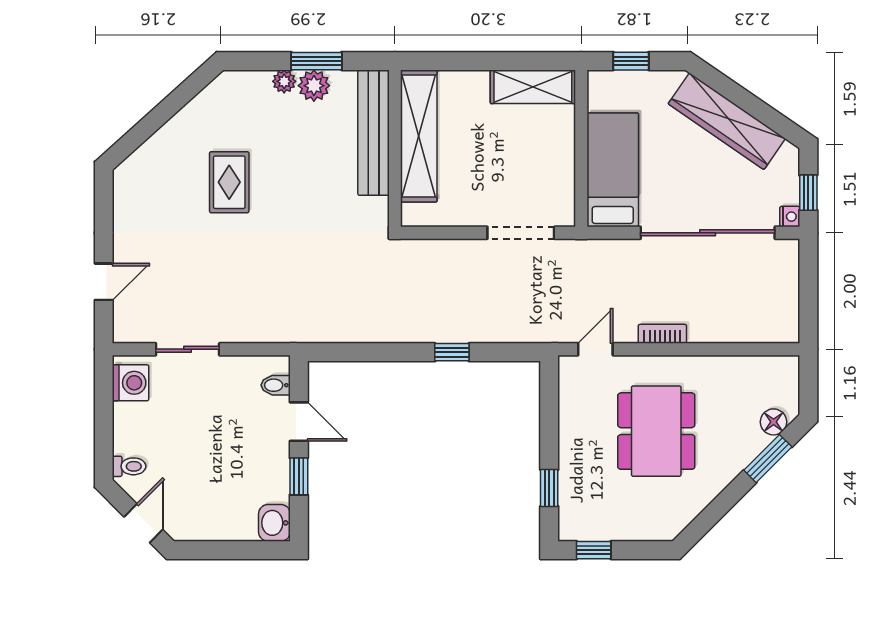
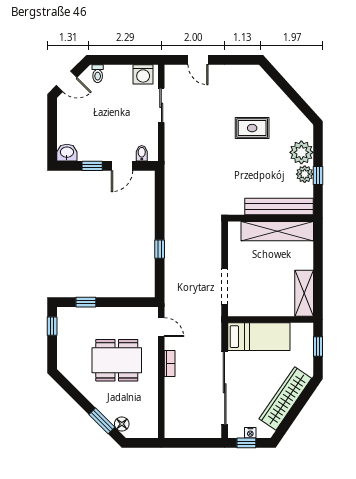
window: (316, 61) -> (318, 175), width x0.67
plant: (284, 81) -> (301, 152), width x1.87, depth x1.87
nightstand: (790, 217) -> (250, 433), moved

